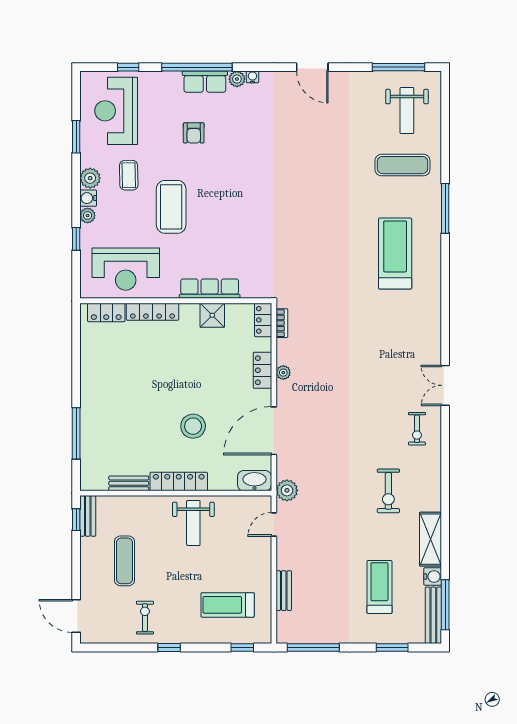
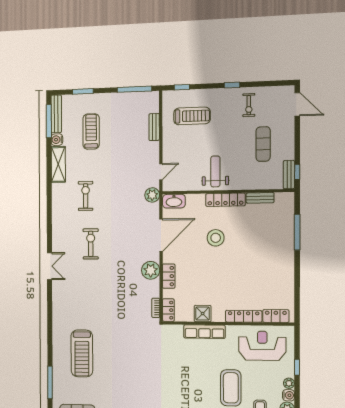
plant: (283, 373) -> (151, 270), width x1.88, depth x1.88
exercise bike: (417, 429) -> (91, 244), moved, width x1.38, depth x1.39
treadmill: (379, 587) -> (91, 132), turned 180

